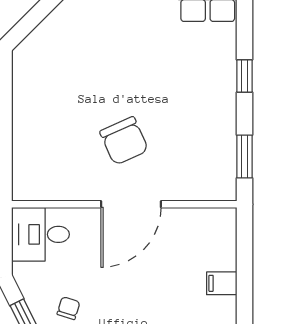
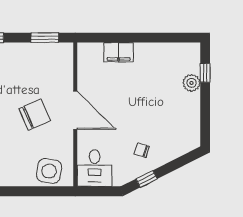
side table: (36, 163) -> (49, 171), added
filing cabinet: (222, 283) -> (119, 52), width x2.00

